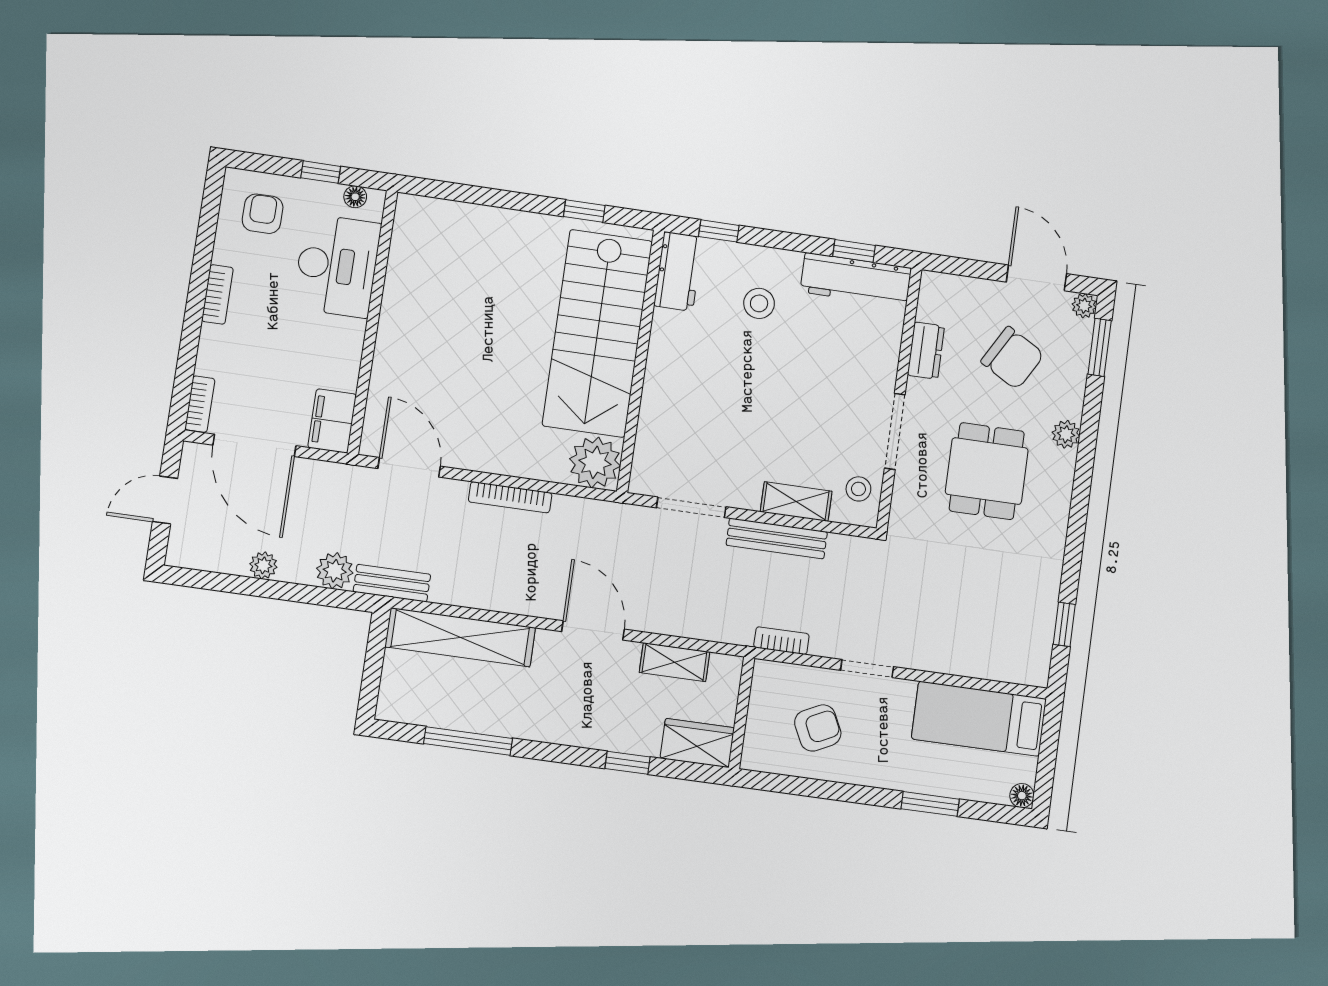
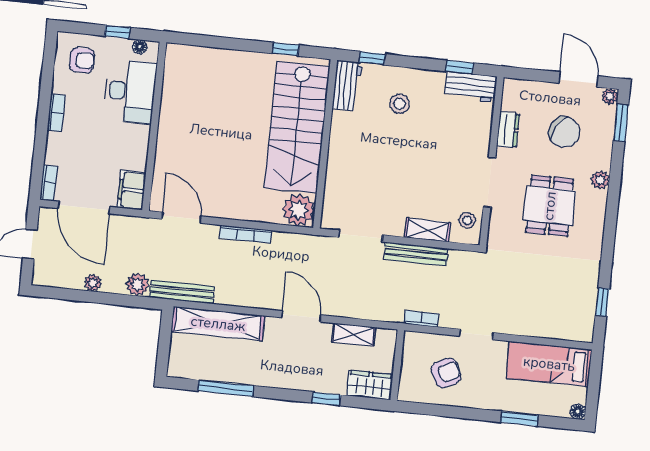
armchair: (263, 214) -> (82, 60), turned 90
workbench: (856, 280) -> (471, 87), width x0.73
bench: (392, 583) -> (182, 292), width x1.36

